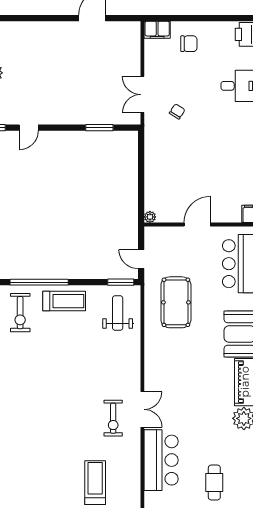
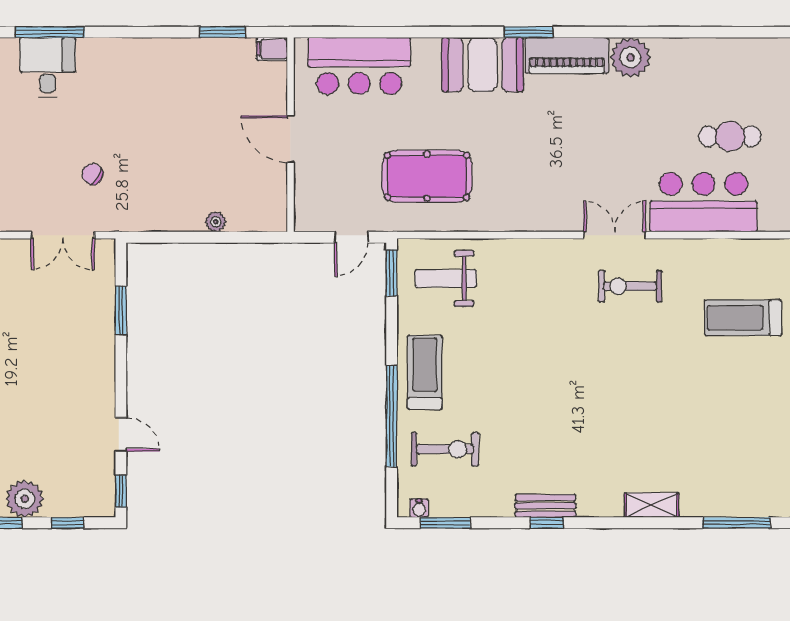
plant: (150, 217) -> (216, 222), moved
exercise bike: (113, 418) -> (630, 286), turned 180
cafe table: (214, 482) -> (730, 136), moved

